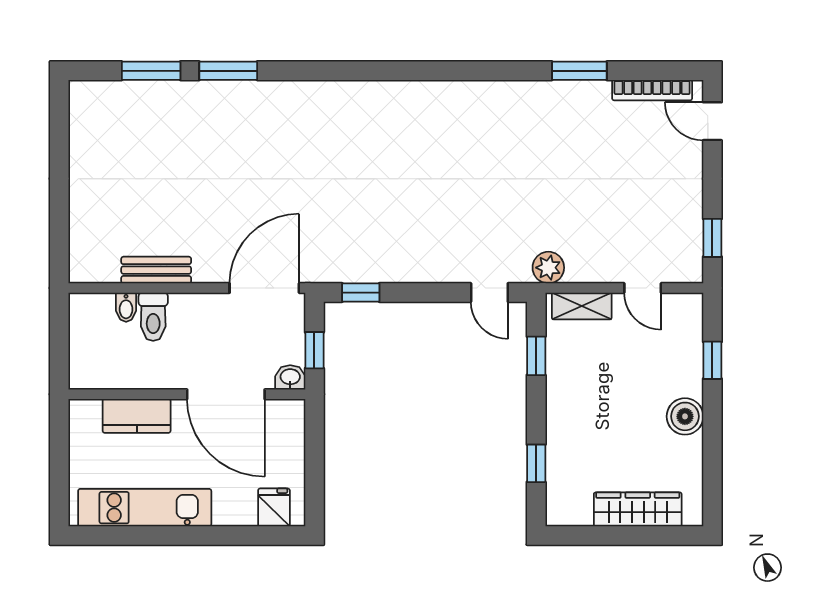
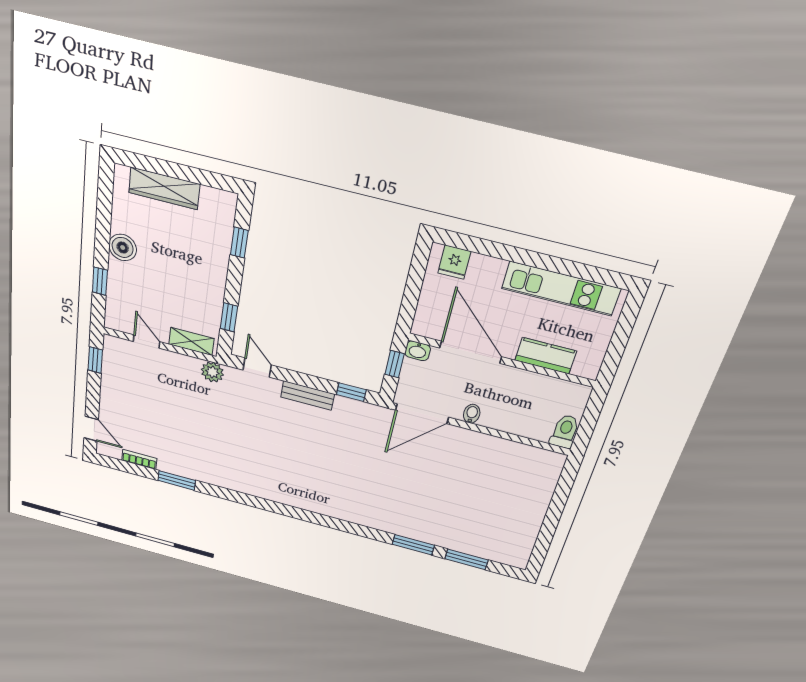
bookcase: (652, 90) -> (139, 459), width x0.64
bench: (156, 270) -> (308, 395), moved
bidet: (126, 307) -> (472, 414), moved
toilet: (153, 317) -> (565, 431), moved

